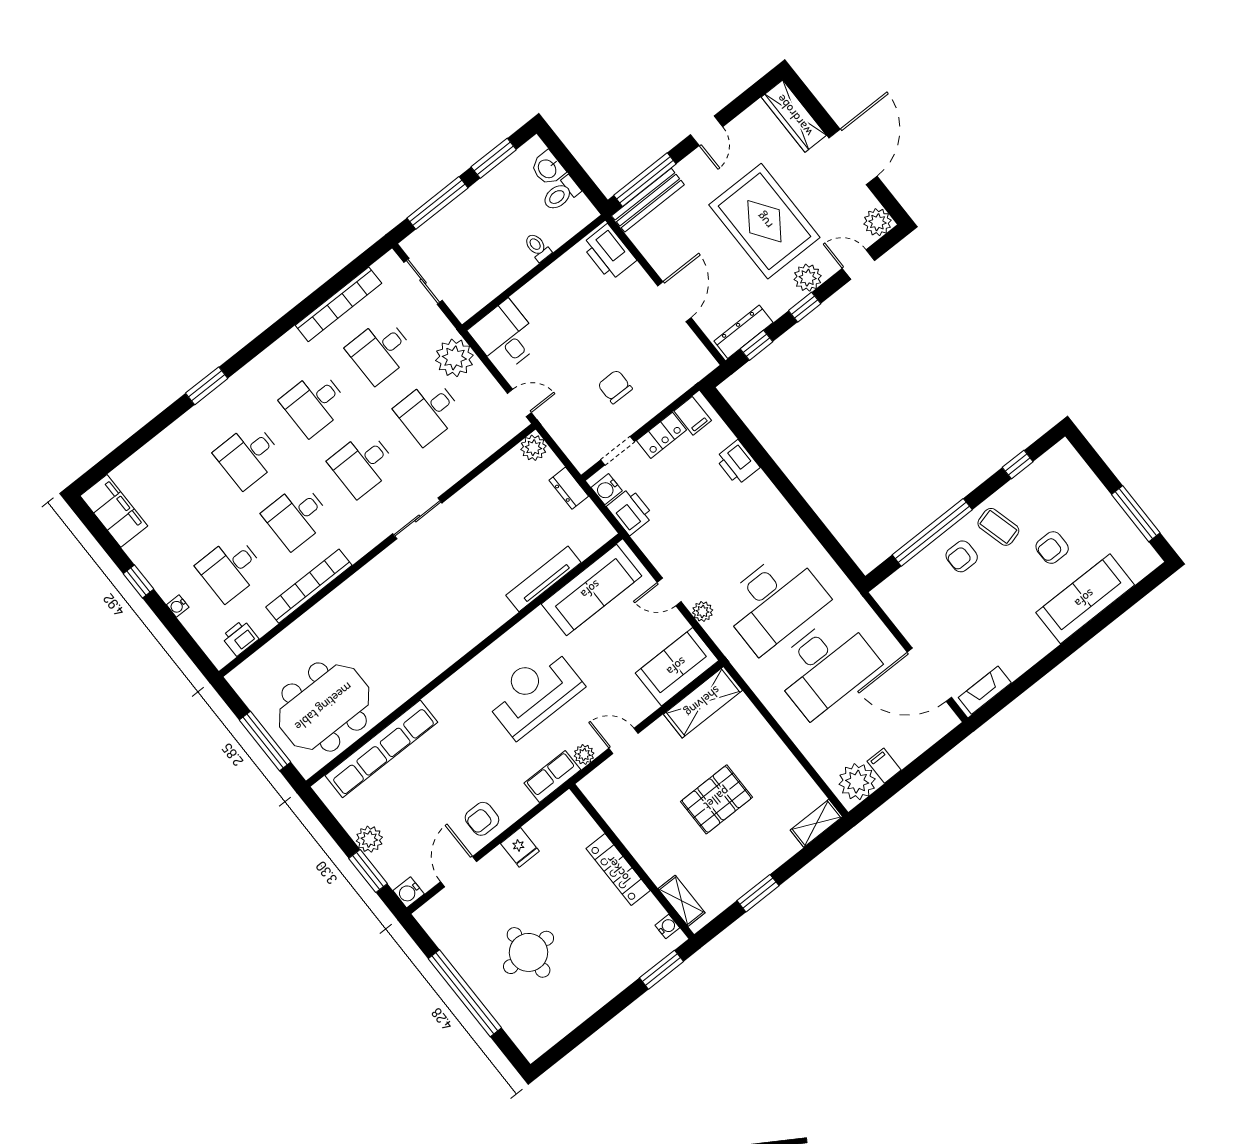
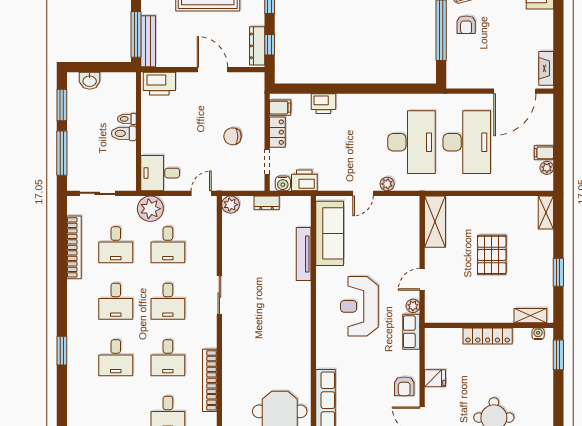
toilet: (561, 194) -> (124, 133), moved, turned 90
sofa: (677, 667) -> (406, 220), removed
plant: (857, 782) -> (547, 168), width x0.53, depth x0.53

